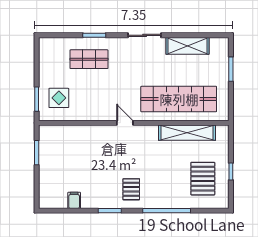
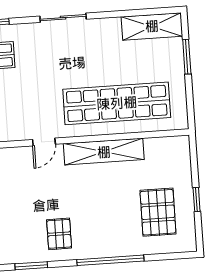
shelving: (187, 46) -> (152, 26), moved
door: (125, 123) -> (44, 142), swing flipped
shelving: (187, 133) -> (104, 152), moved

